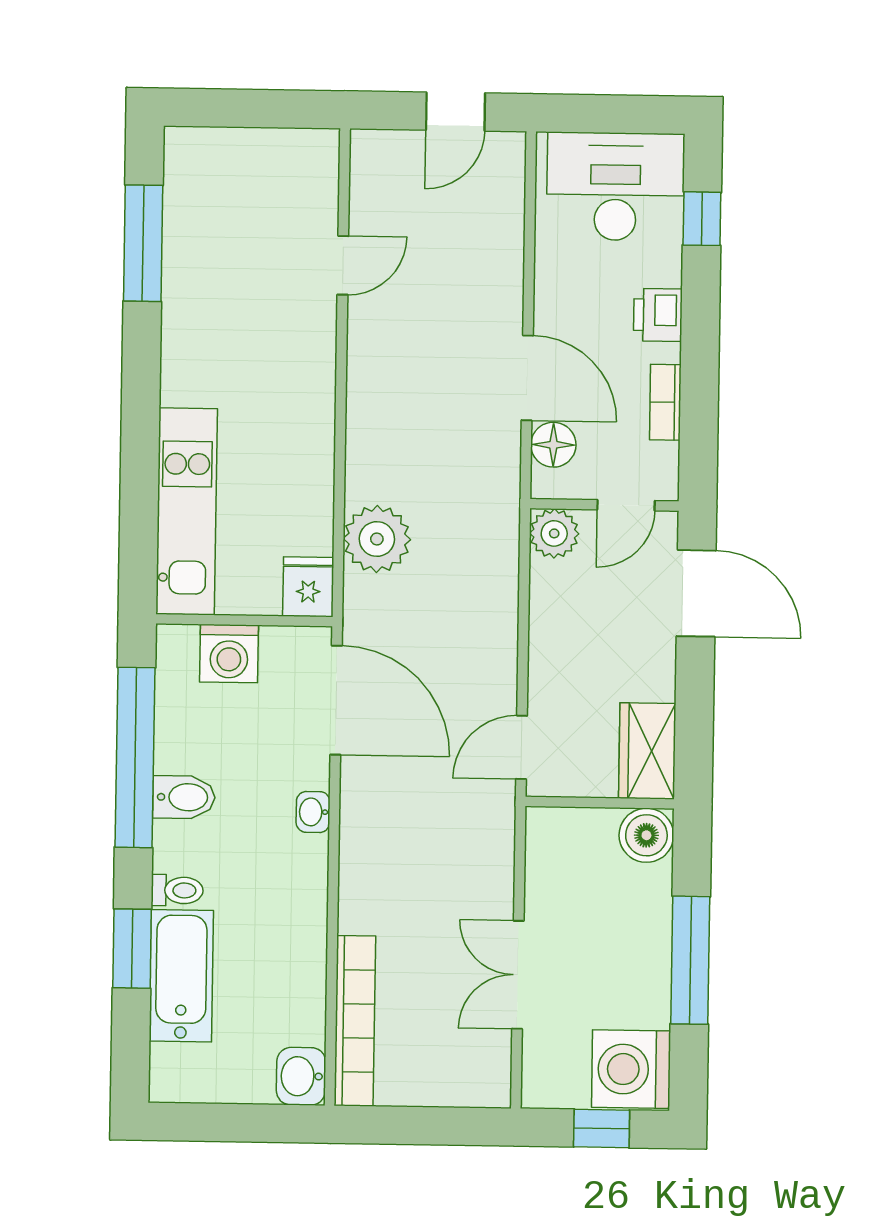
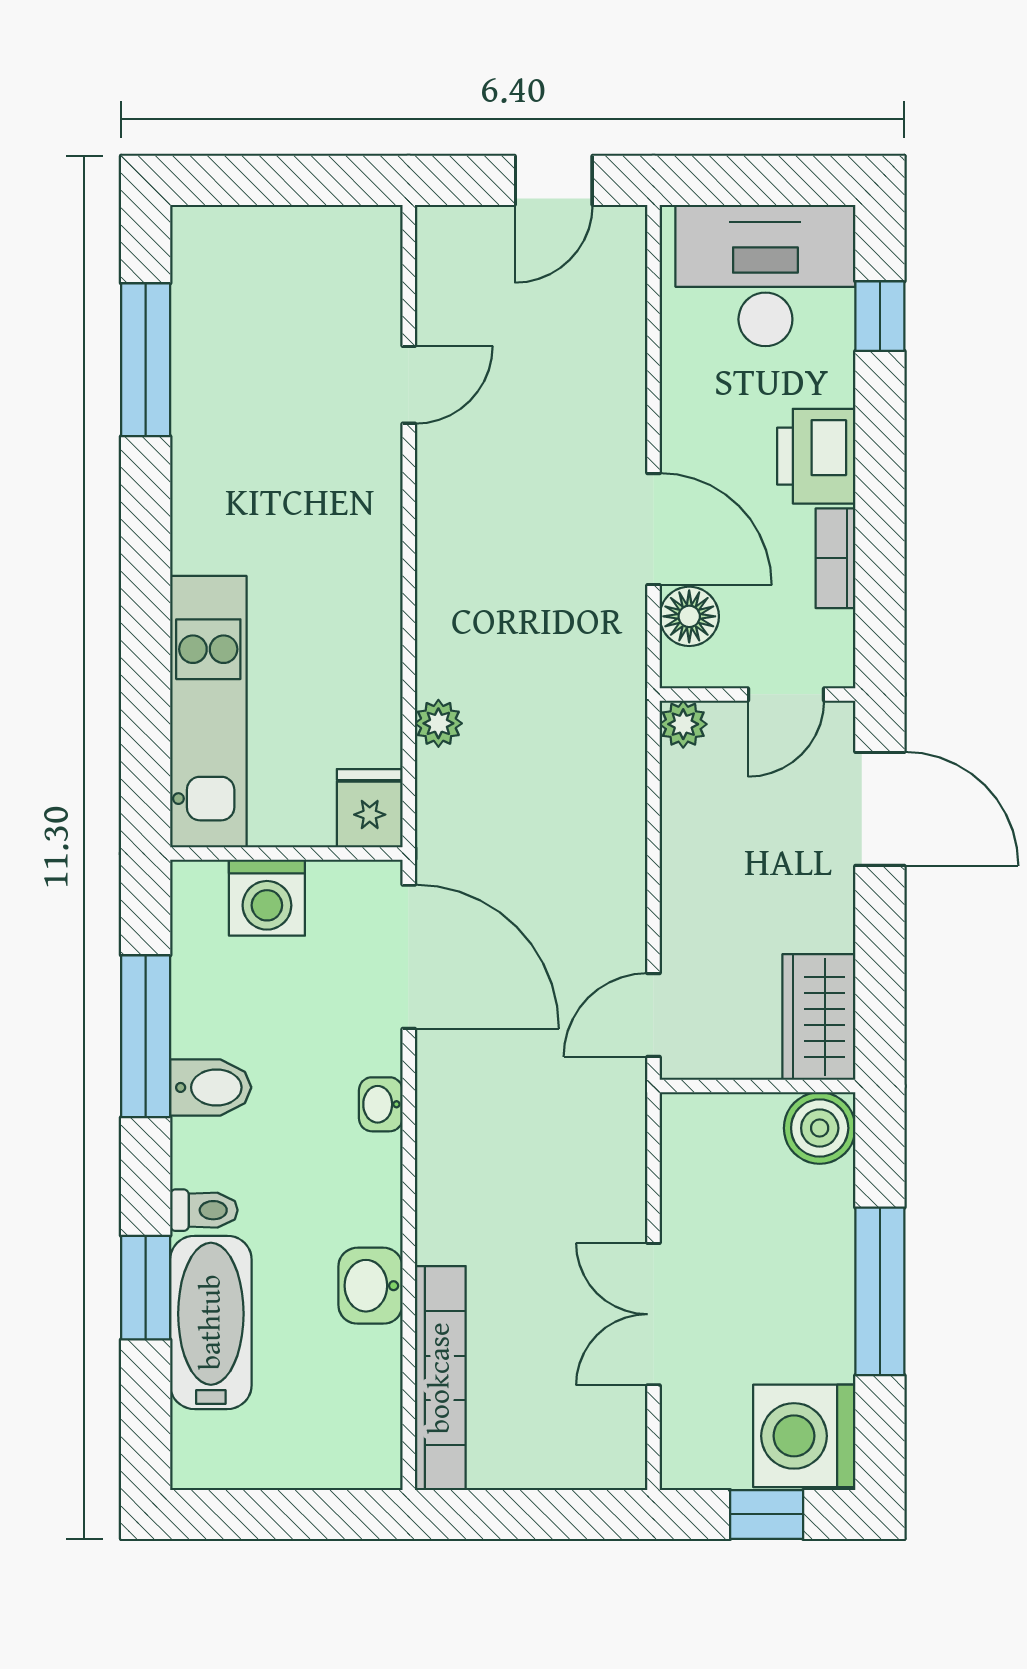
printer: (658, 315) -> (816, 456), width x1.36, depth x1.24
plant: (554, 533) -> (683, 724), width x0.73, depth x0.73
plant: (377, 539) -> (438, 723), width x0.53, depth x0.53
window: (135, 757) -> (146, 1036), width x0.68
washbasin: (301, 1076) -> (370, 1286), moved

